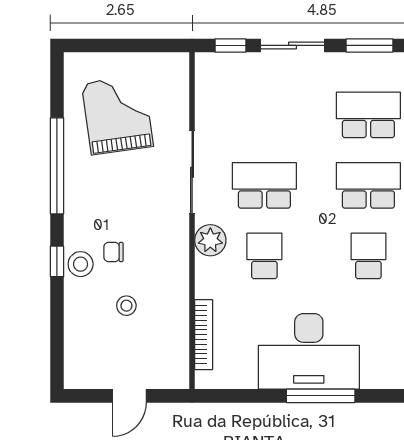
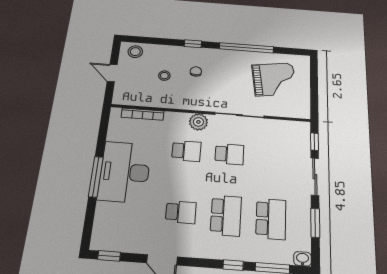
school desk: (264, 185) -> (229, 154), width x0.54
stool: (81, 264) -> (135, 52), moved

